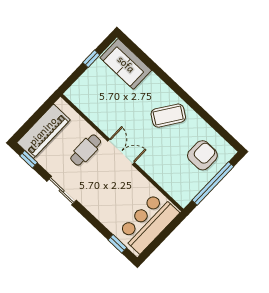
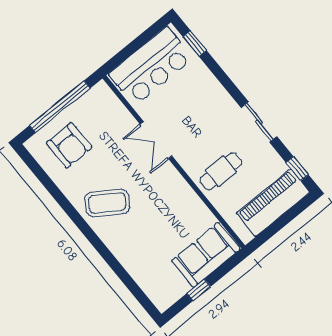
sofa: (126, 64) -> (206, 255), moved, turned -90
double door: (121, 152) -> (156, 140), moved
armchair: (202, 155) -> (69, 145), turned -90

